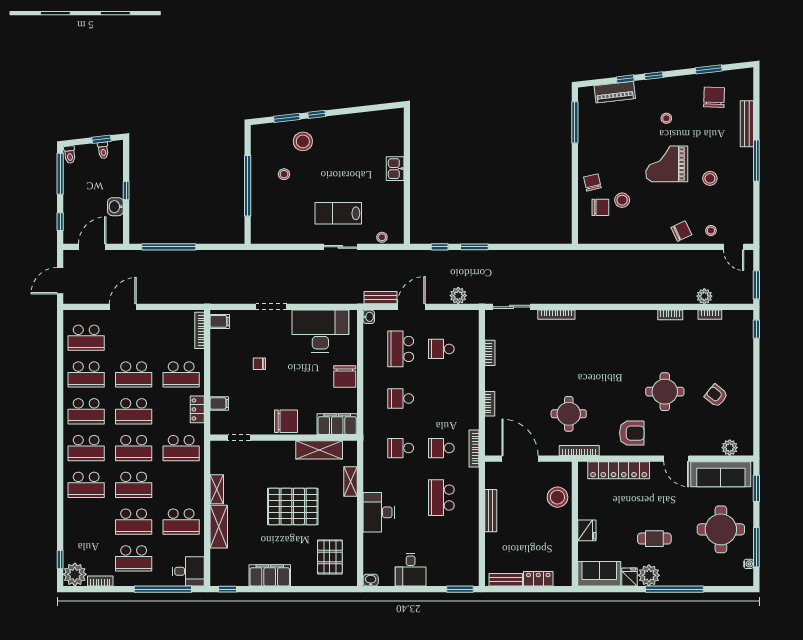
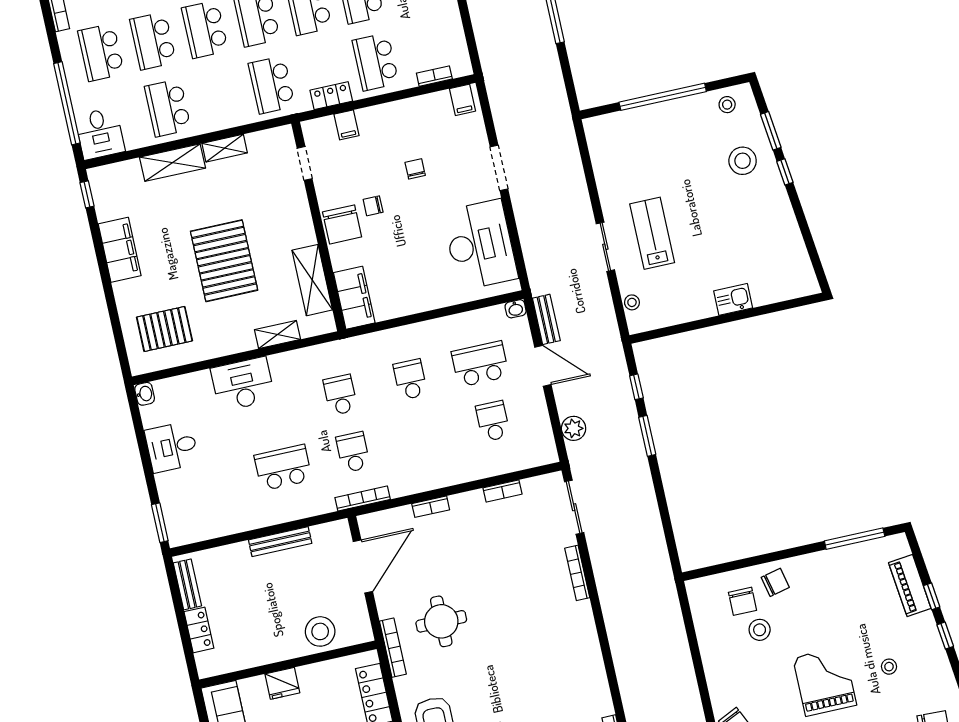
stool: (284, 174) -> (727, 105), moved
bookcase: (200, 330) -> (434, 76), width x0.64
chair: (345, 377) -> (373, 206), moved, width x0.54, depth x0.54

